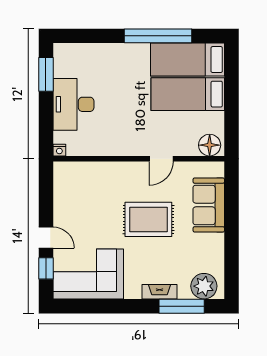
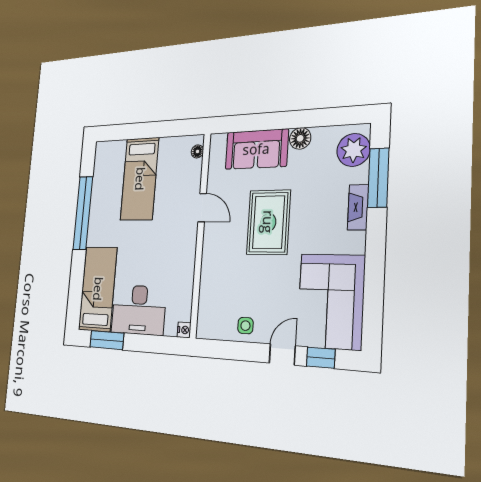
bed: (187, 60) -> (98, 289), moved, turned 180
floor lamp: (210, 145) -> (197, 151), width x0.53, depth x0.53
side table: (66, 205) -> (245, 326), added
floor lamp: (216, 242) -> (300, 138), added

